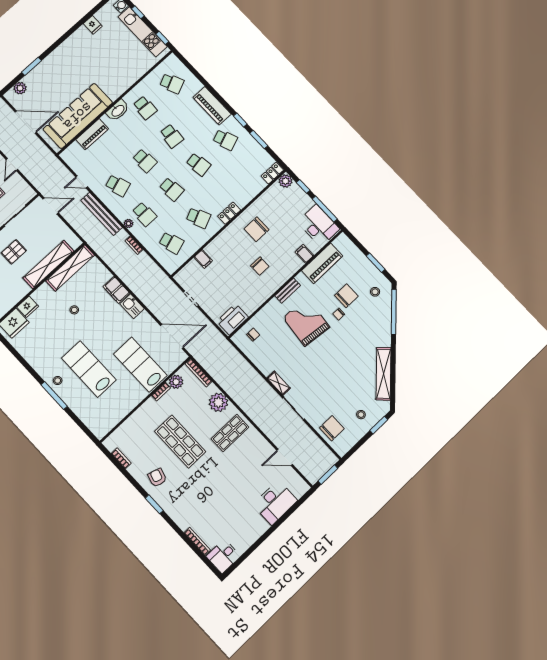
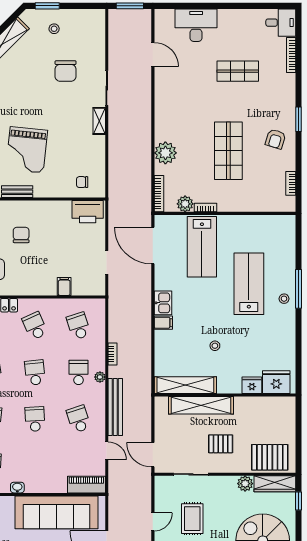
washbasin: (118, 110) -> (17, 488), width x0.52, depth x0.69
piano: (92, 134) -> (86, 485), moved
filing cabinet: (116, 290) -> (163, 323), width x0.50
lab bench: (89, 369) -> (249, 284), turned 180
chair: (332, 428) -> (66, 71), moved, turned -90
shop shelf: (230, 433) -> (238, 71), moved

